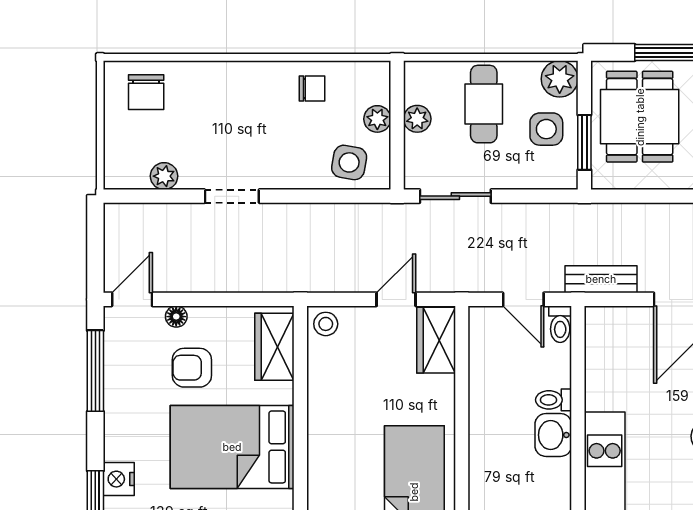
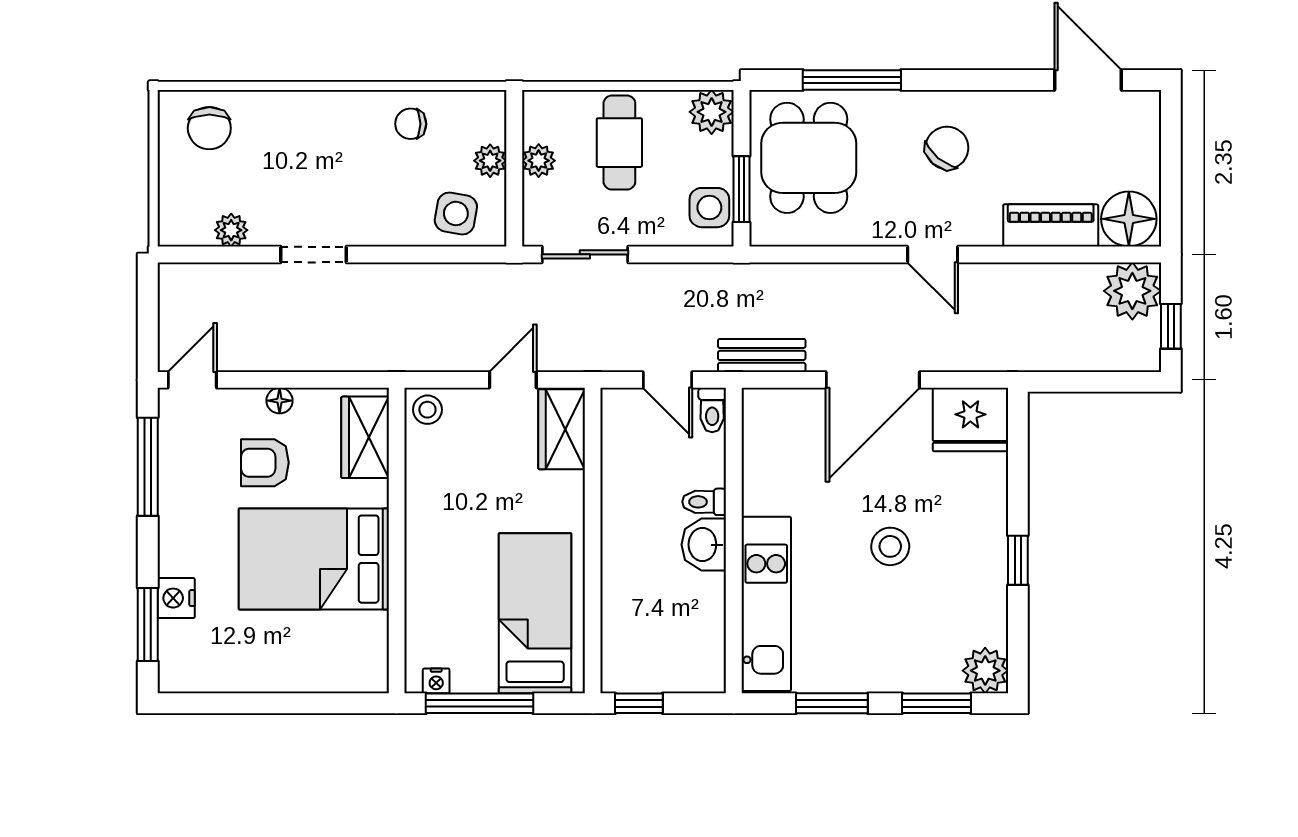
chair: (312, 89) -> (411, 124), turned 180
side table: (546, 129) -> (709, 208), moved
floor lamp: (176, 317) -> (280, 401), moved

